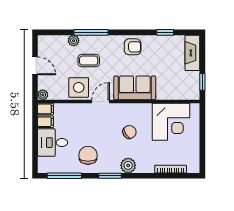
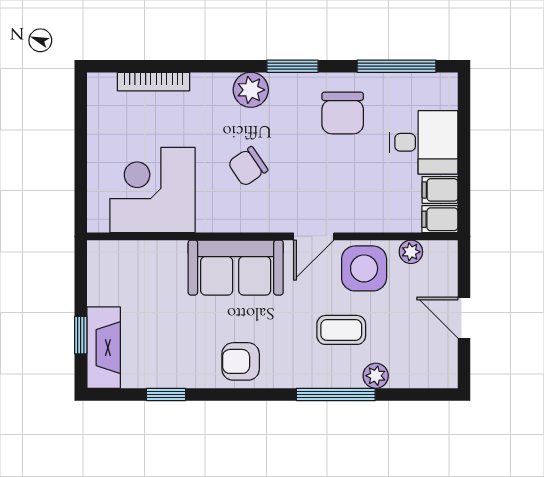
window: (202, 82) -> (81, 335), moved
plant: (43, 95) -> (411, 252), moved

